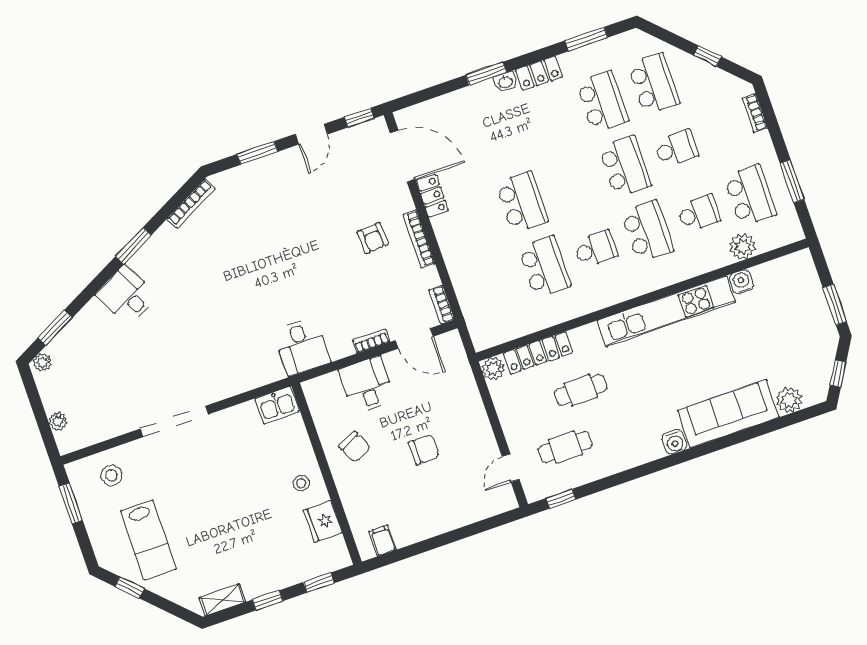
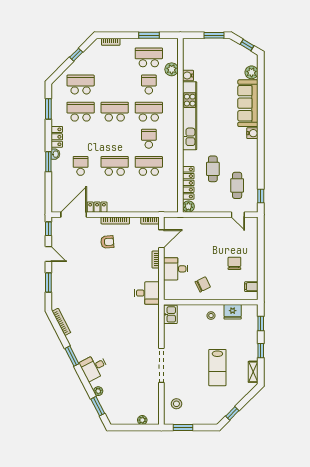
school desk: (676, 149) -> (81, 166), moved
plant: (42, 362) -> (98, 391), moved
chair: (424, 450) -> (234, 263), moved
lab bench: (149, 540) -> (217, 368), moved, turned 90

